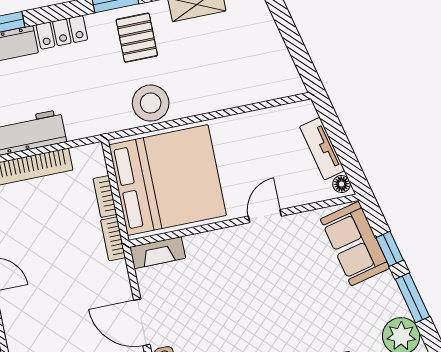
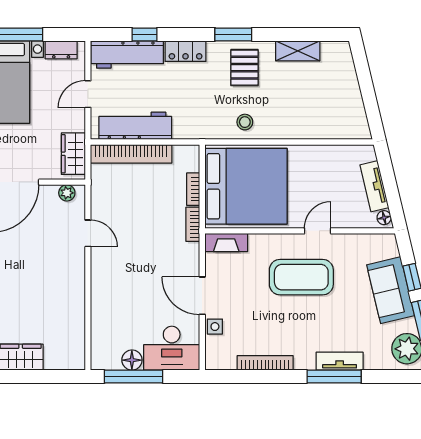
stool: (151, 103) -> (245, 122), width x0.53, depth x0.53
sofa: (355, 244) -> (391, 290), moved
coffee table: (257, 276) -> (301, 277), added

